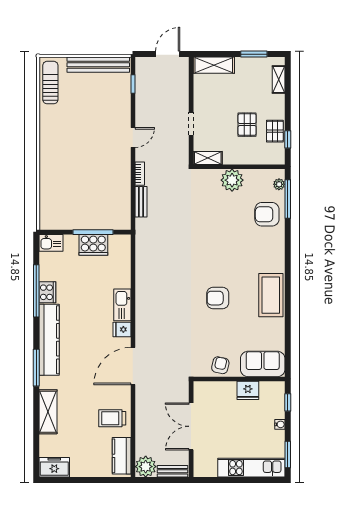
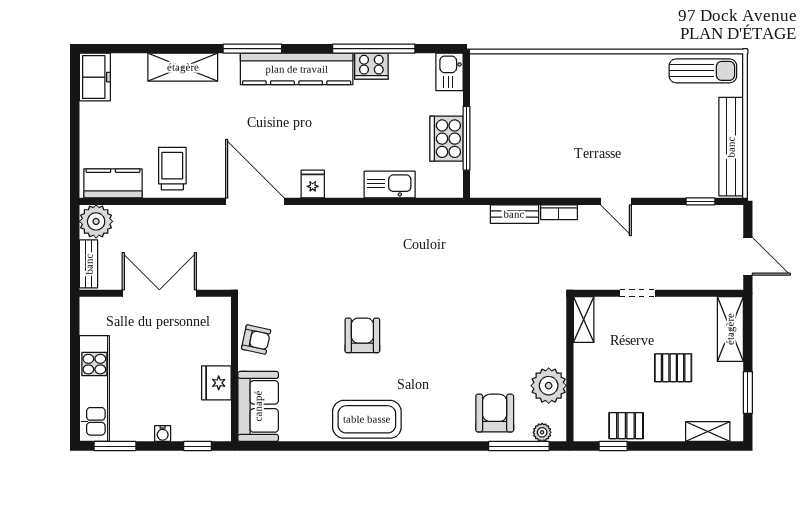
pallet: (247, 125) -> (673, 368), moved
plant: (232, 180) -> (549, 386), moved
kitchen sink: (122, 305) -> (390, 185), moved

